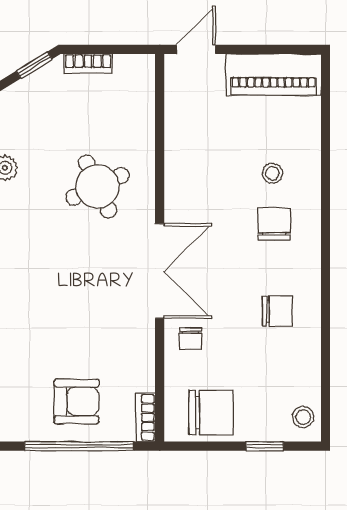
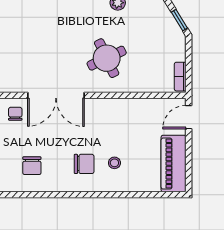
door: (196, 49) -> (189, 117), swing flipped
bookcase: (88, 64) -> (180, 77), moved
chair: (190, 339) -> (15, 114), turned 90

